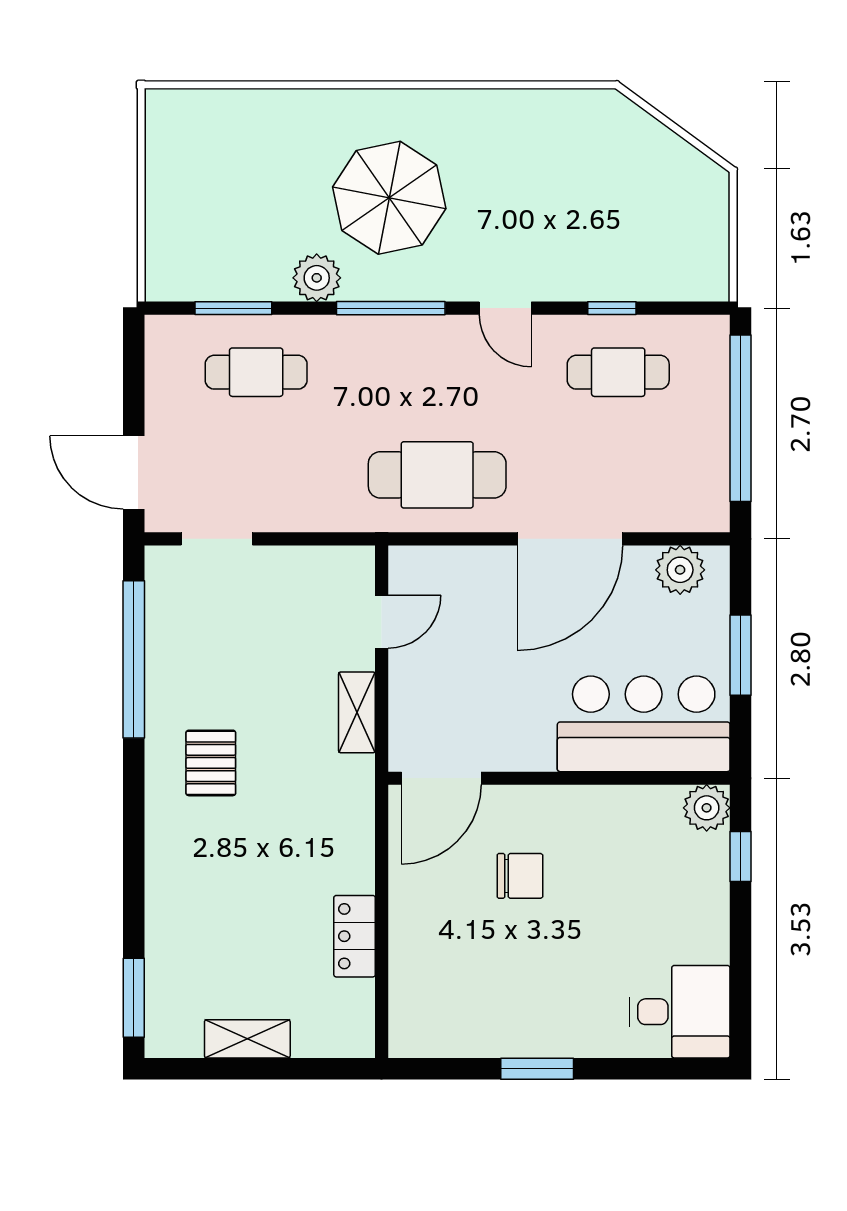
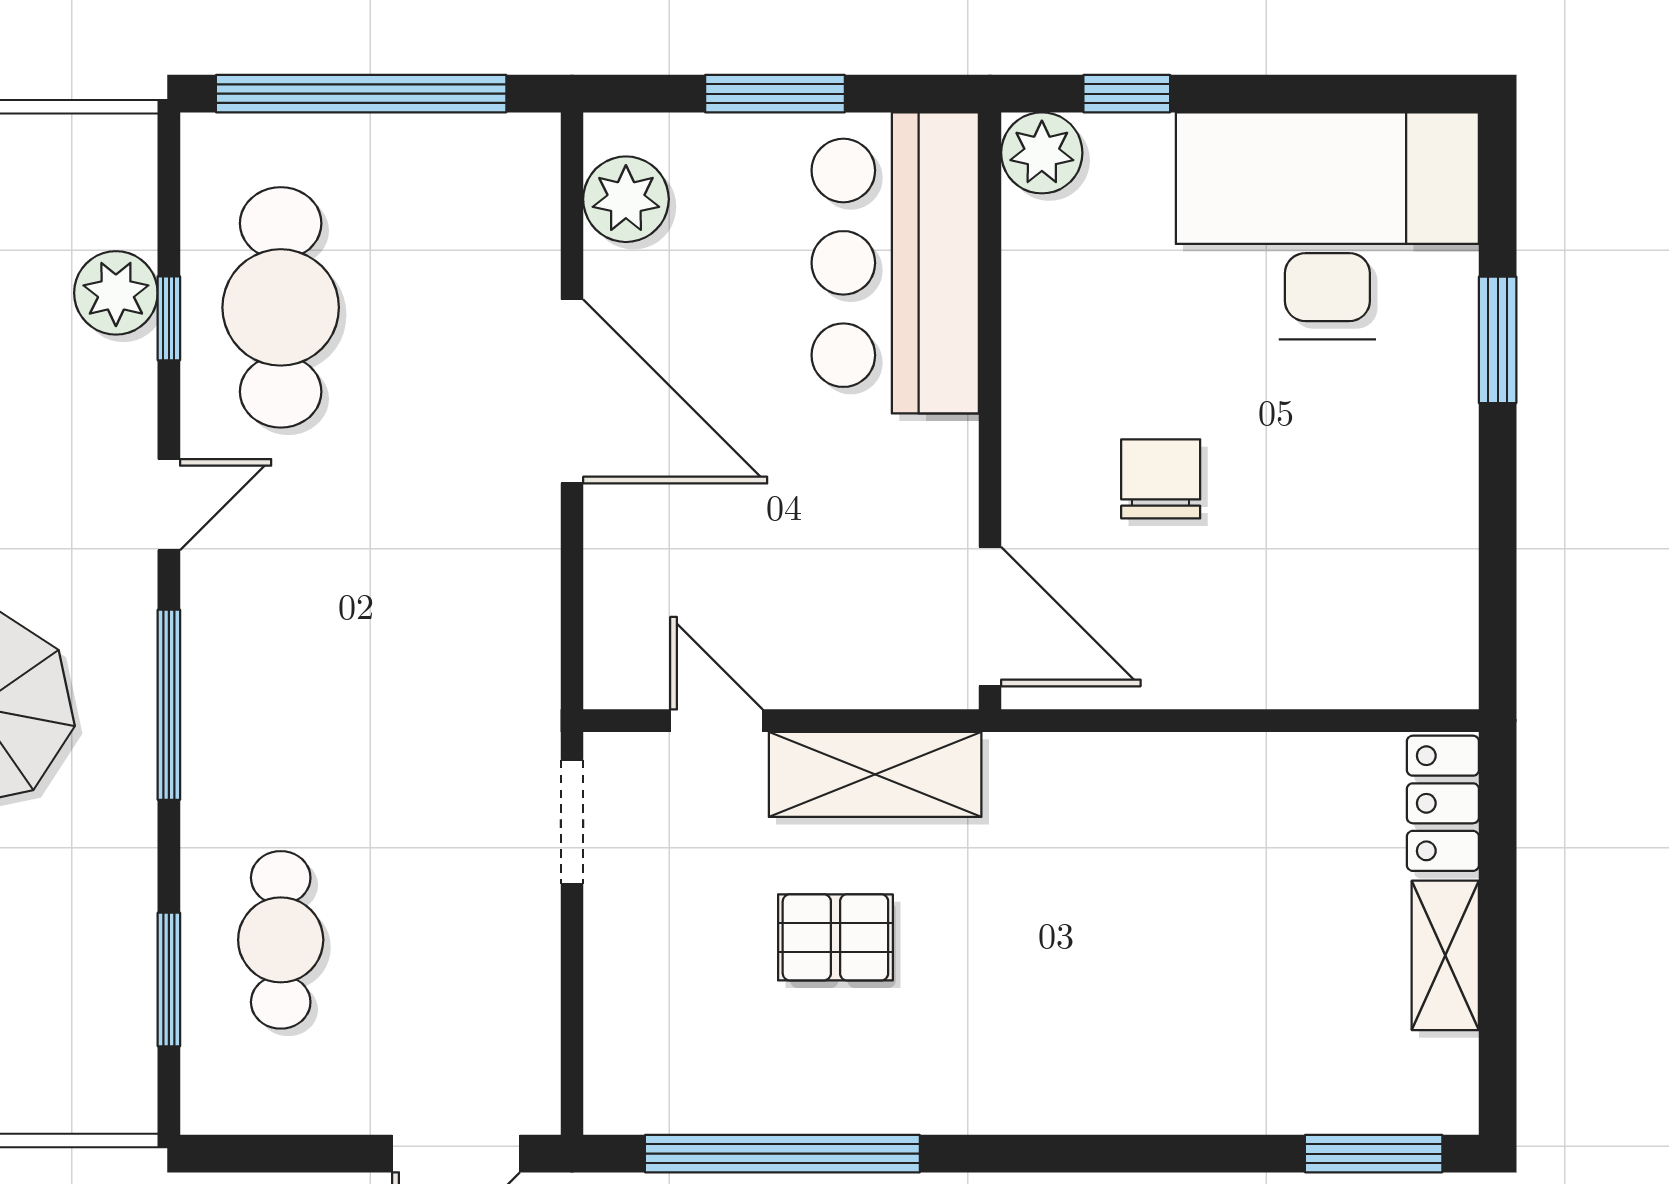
plant: (317, 278) -> (116, 293), moved
cafe table: (618, 372) -> (281, 307), width x1.37, depth x1.35
cafe table: (437, 475) -> (460, 624), removed
doorway: (217, 539) -> (572, 822), moved
shelving: (357, 712) -> (875, 774), width x1.50, depth x1.33
pallet: (211, 763) -> (835, 937), moved
locker: (355, 936) -> (1443, 803), moved, turned 90
desk: (680, 1012) -> (1327, 226), width x1.87, depth x1.30
window: (537, 1069) -> (1498, 340), moved

